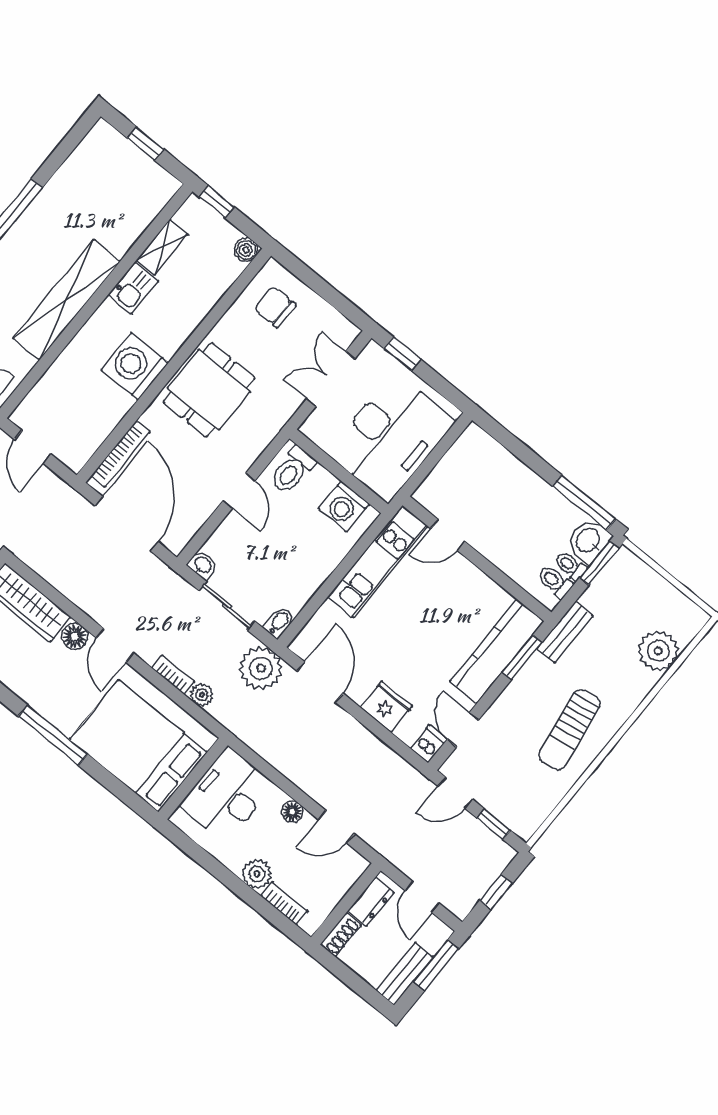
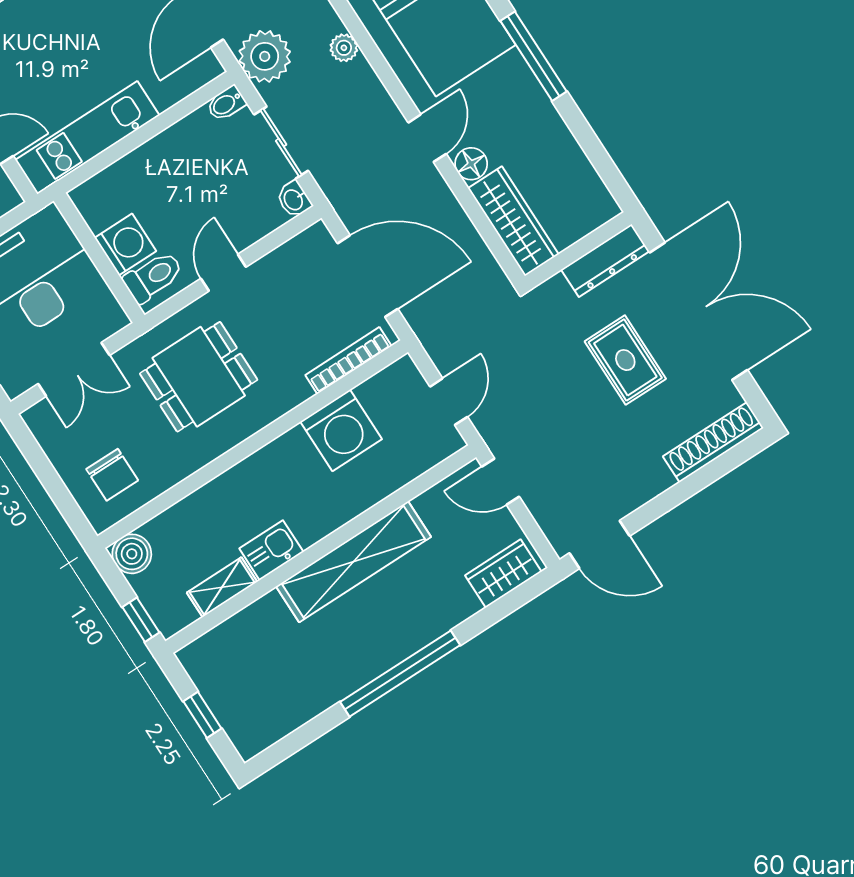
boiler: (246, 250) -> (132, 554), width x1.36, depth x1.36
washing machine: (135, 366) -> (341, 430), moved
dining table: (209, 390) -> (199, 377), moved
washing machine: (344, 506) -> (125, 244), moved
door: (127, 524) -> (368, 276), swing flipped
bookcase: (173, 675) -> (370, 82), removed

